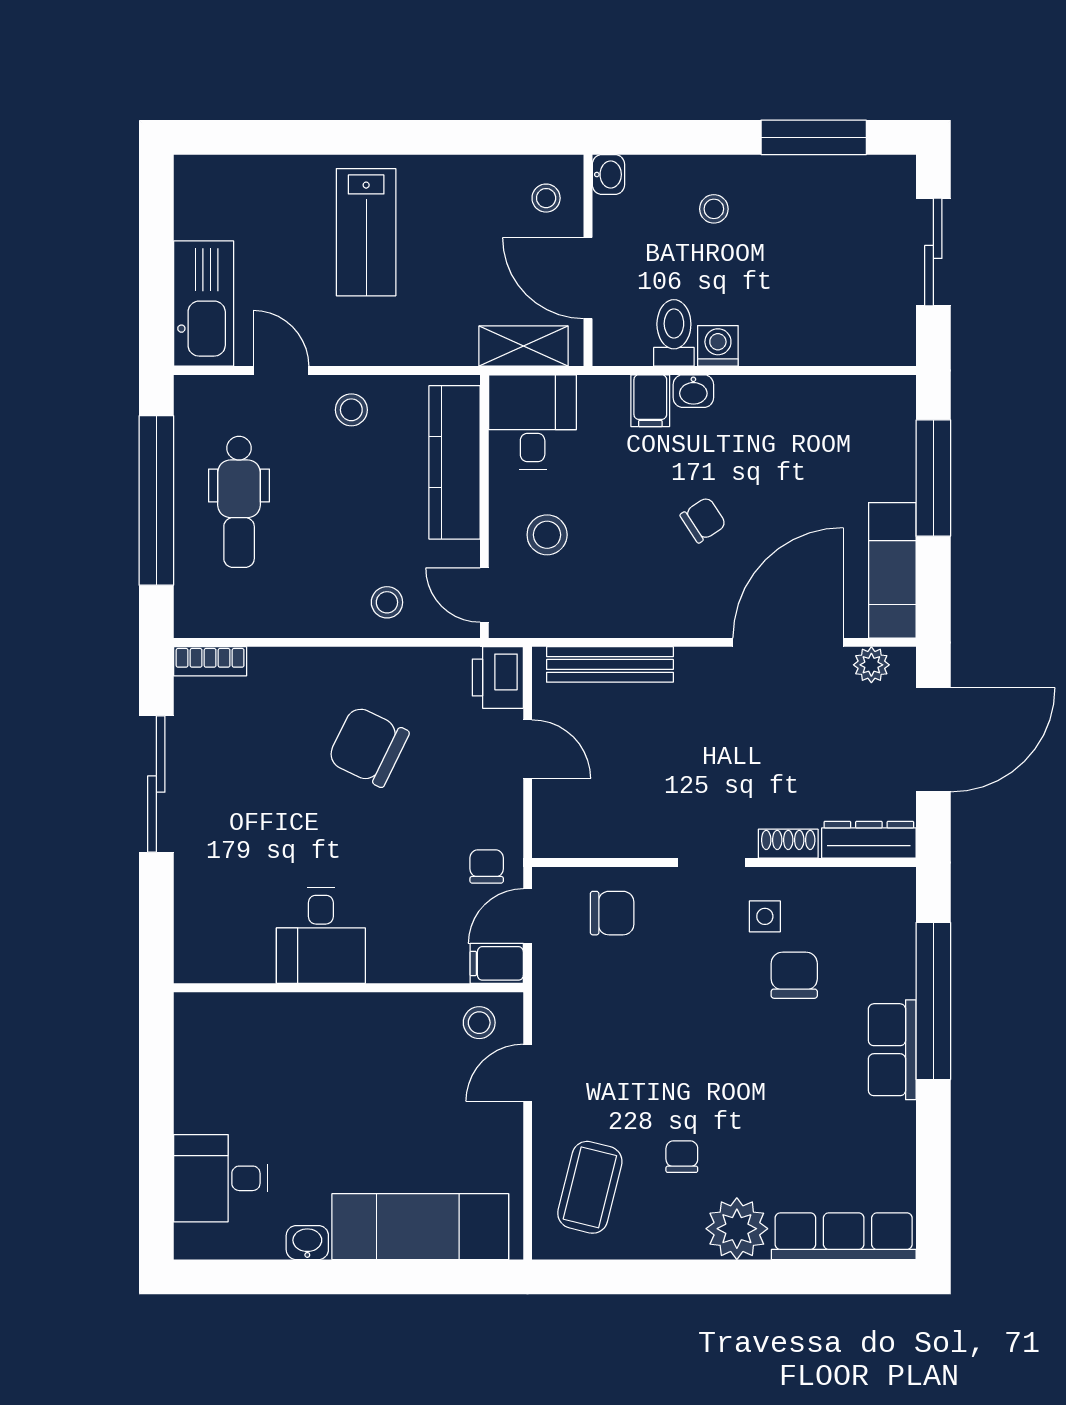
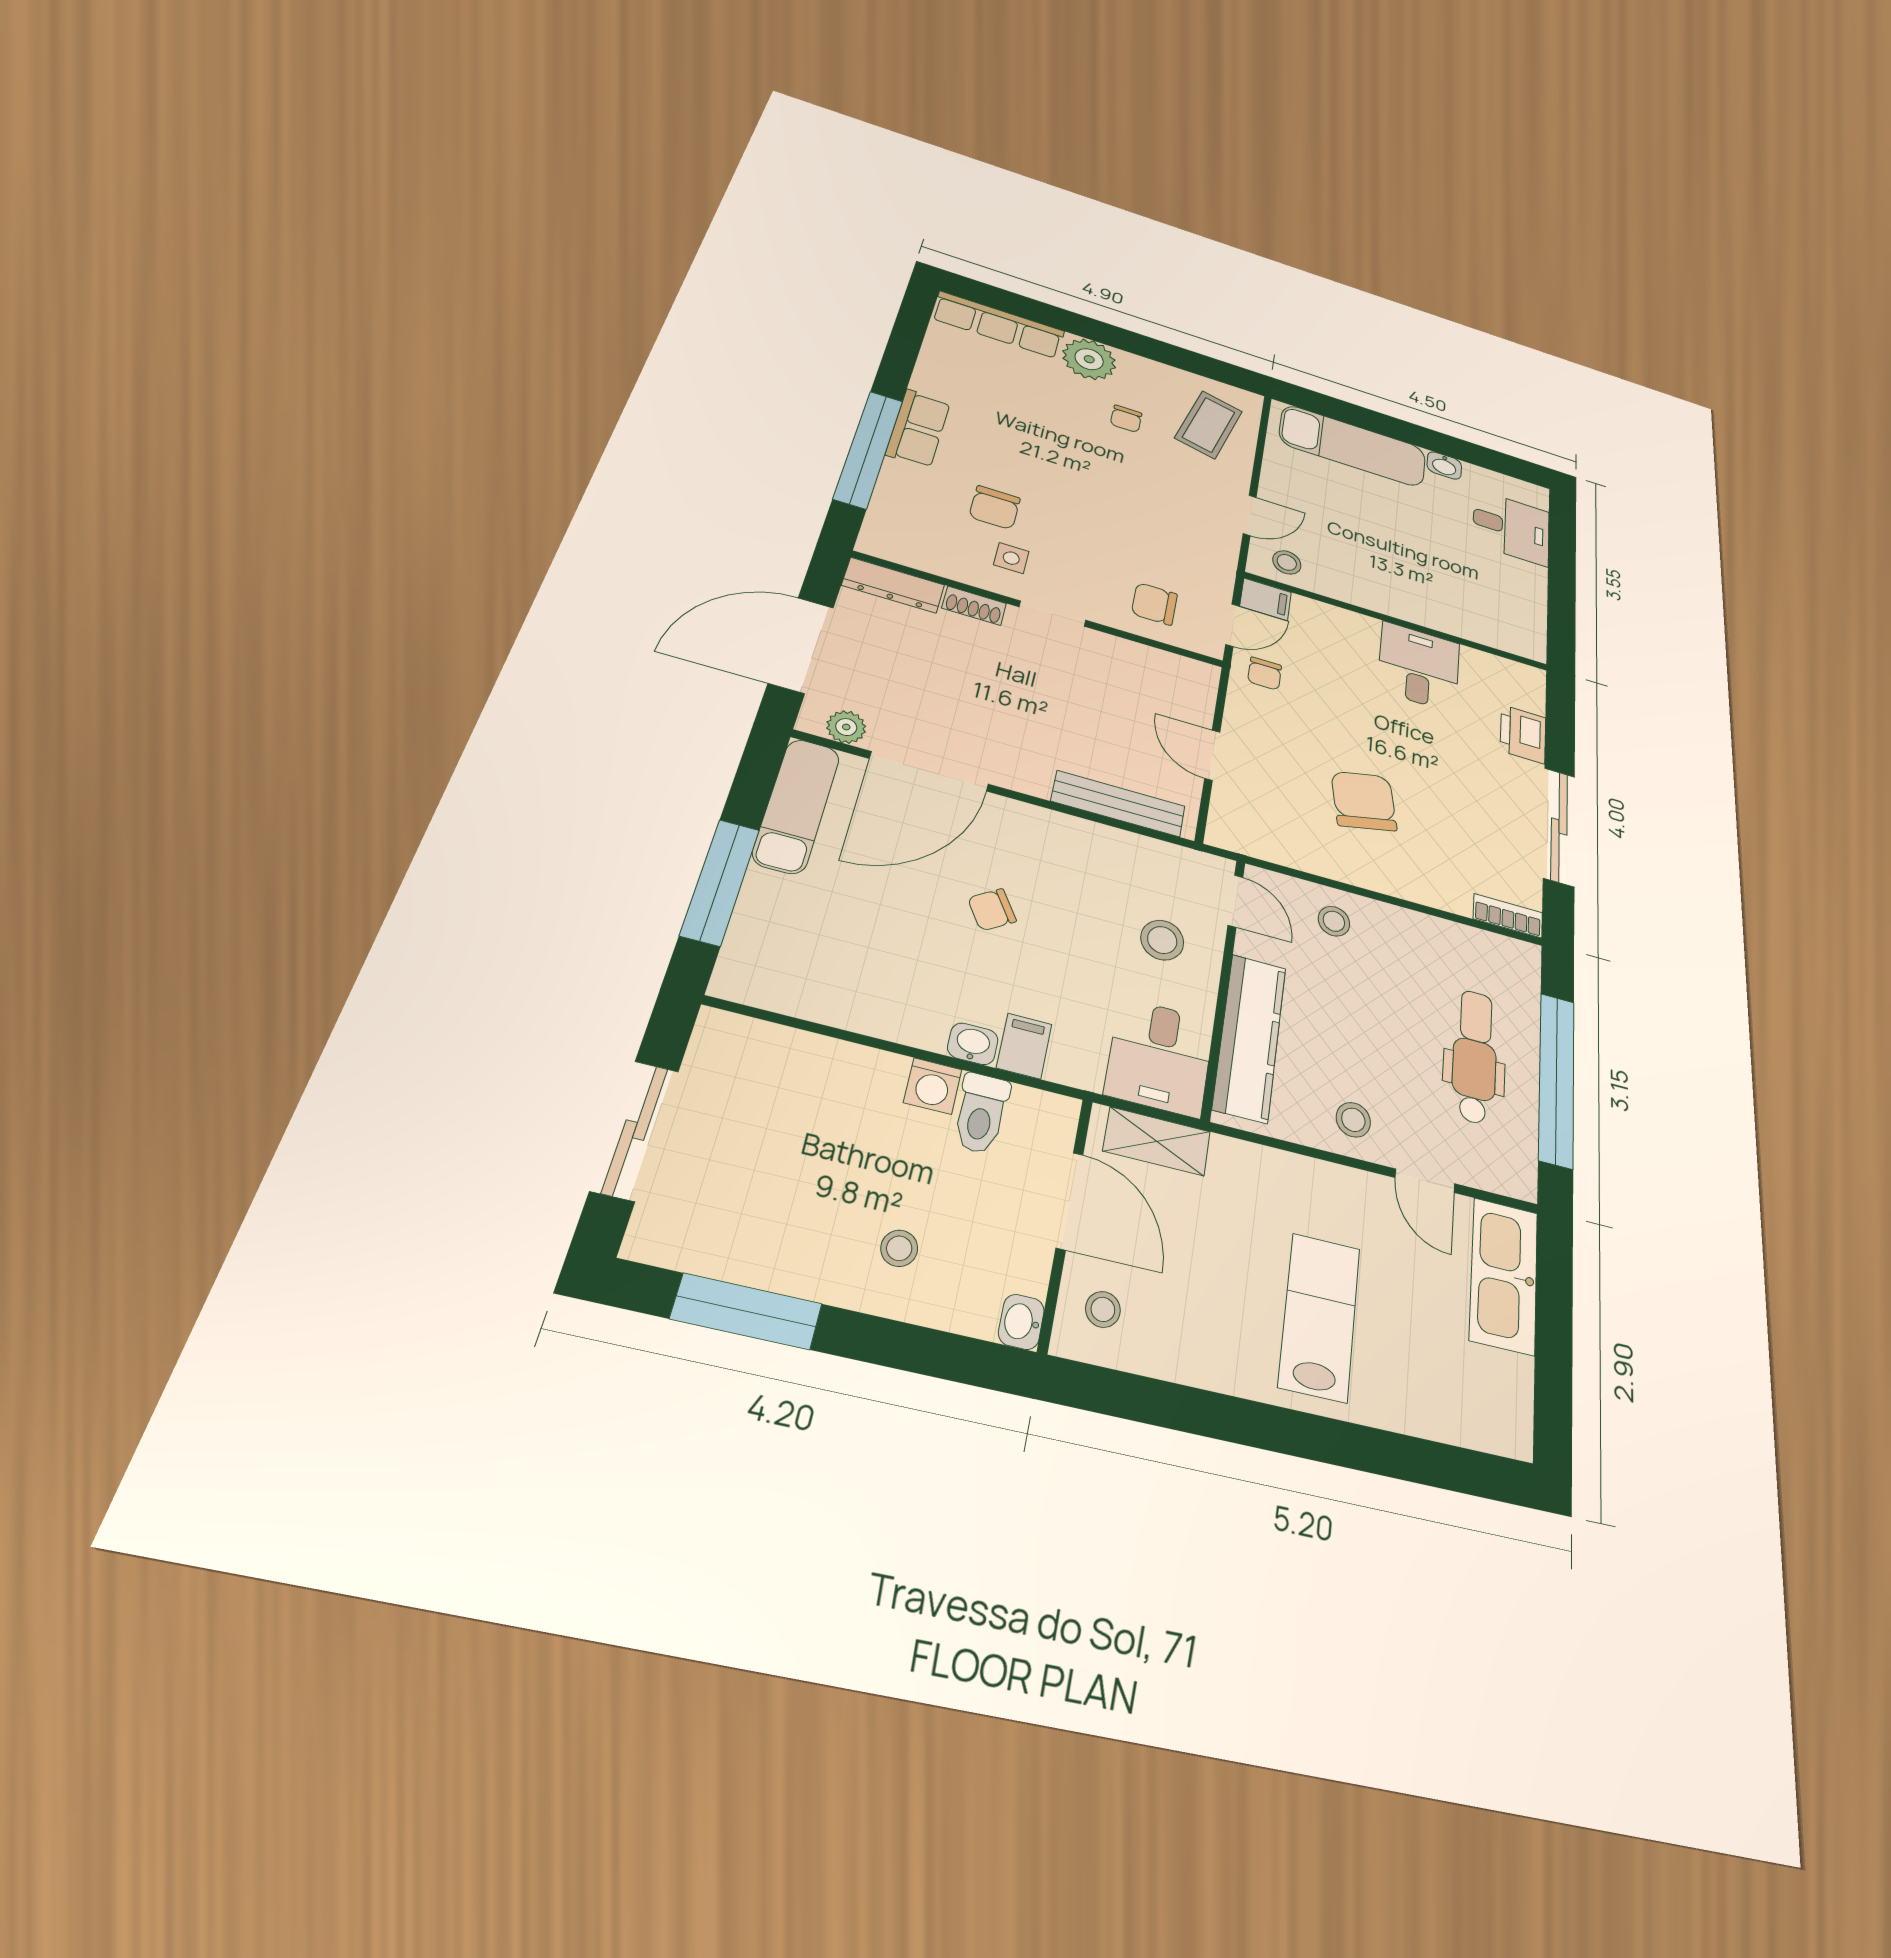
printer: (498, 678) -> (1523, 734), moved, turned 180
chair: (368, 746) -> (1364, 801), turned -128

